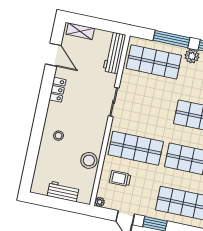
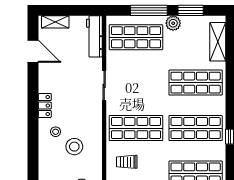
locker: (58, 90) -> (45, 106), moved
stool: (89, 160) -> (74, 147), moved

